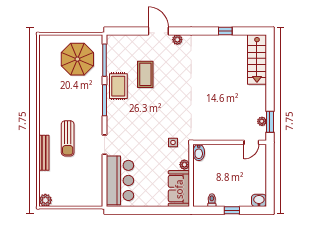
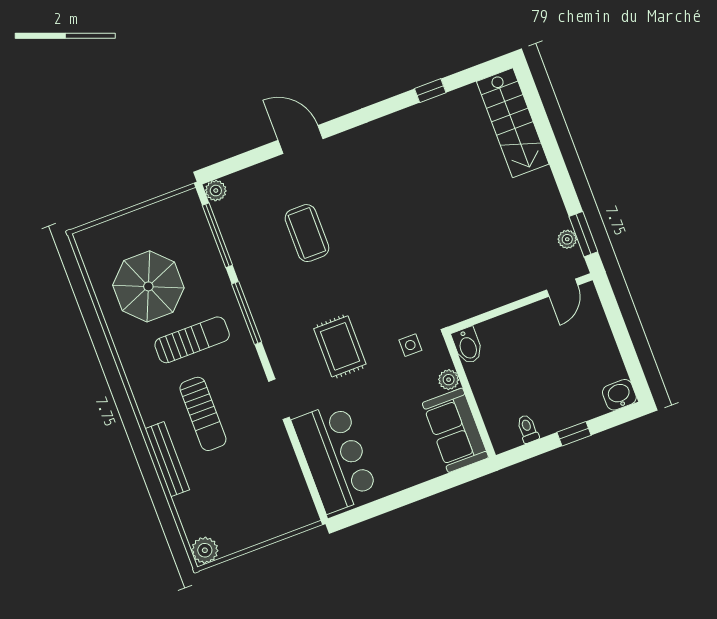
plant: (177, 40) -> (216, 191), moved
parasol: (77, 59) -> (148, 286), moved
rug: (118, 86) -> (340, 346), moved
sun lounger: (75, 103) -> (192, 340), added

